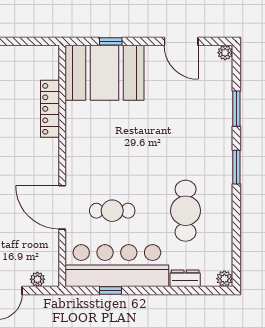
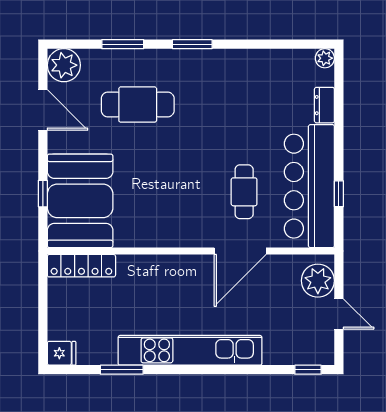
door: (181, 41) -> (43, 110), hinge flipped
plant: (225, 53) -> (64, 65), width x1.87, depth x1.87
locker: (50, 109) -> (81, 266), moved
cafe table: (186, 211) -> (138, 105), moved
plant: (37, 279) -> (318, 281), width x1.88, depth x1.88

